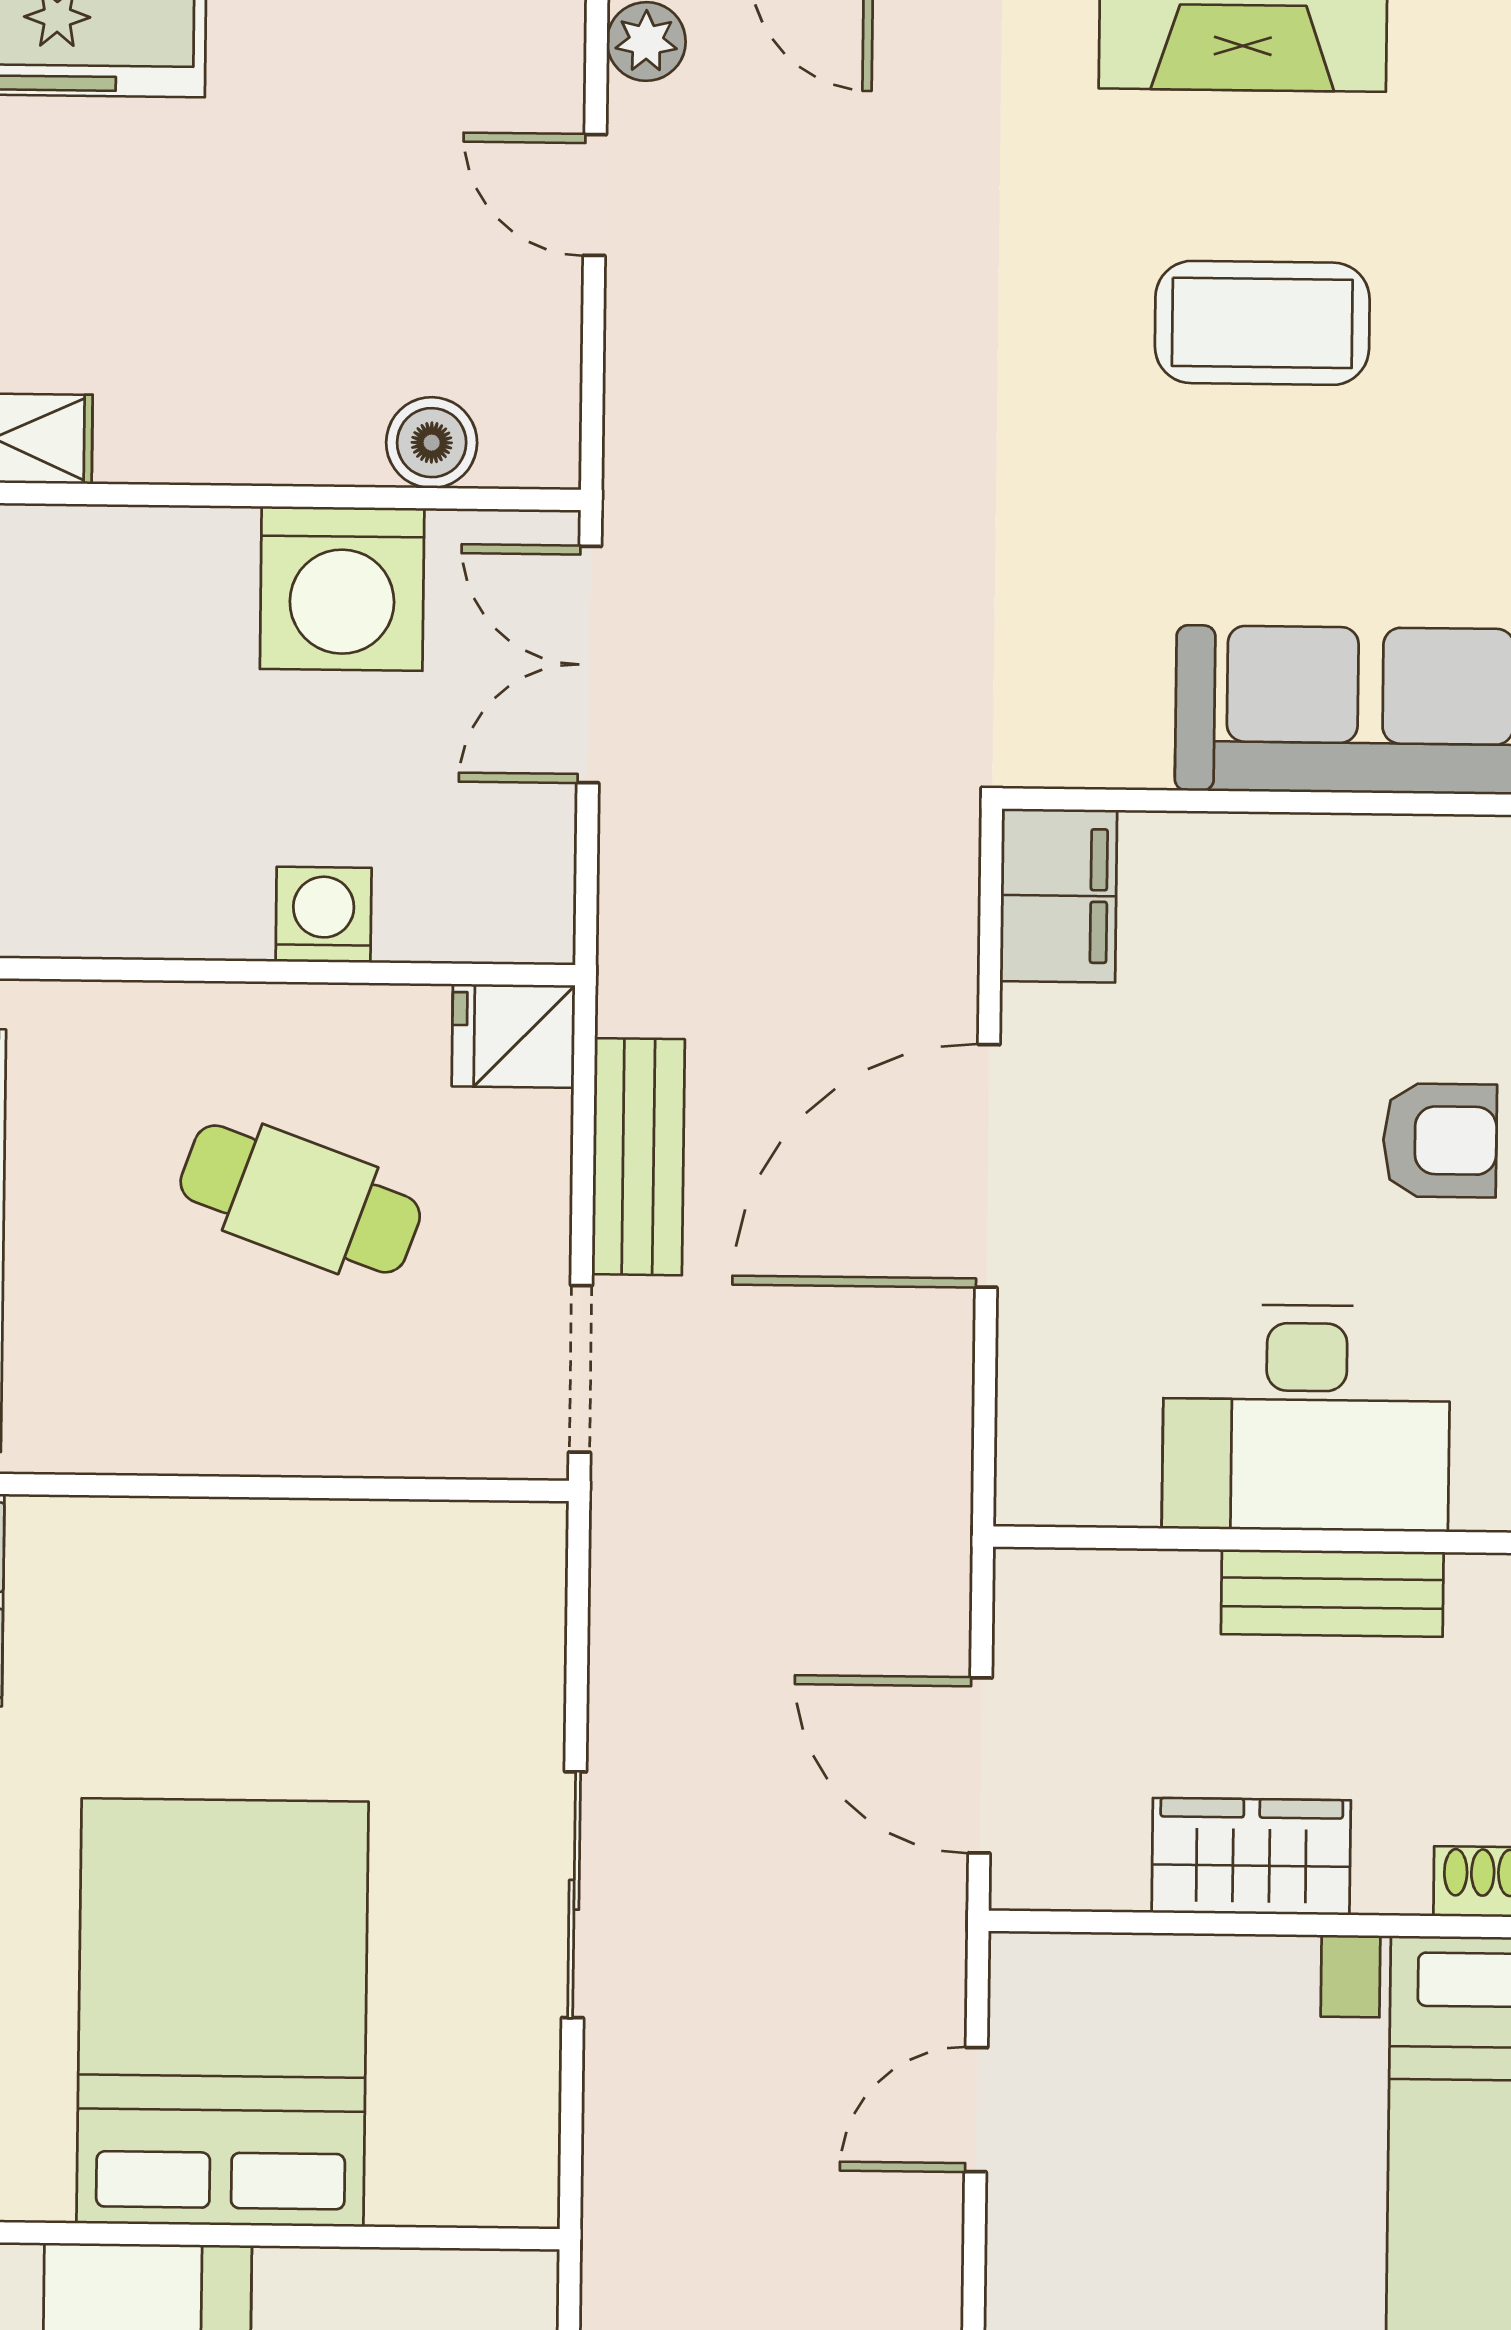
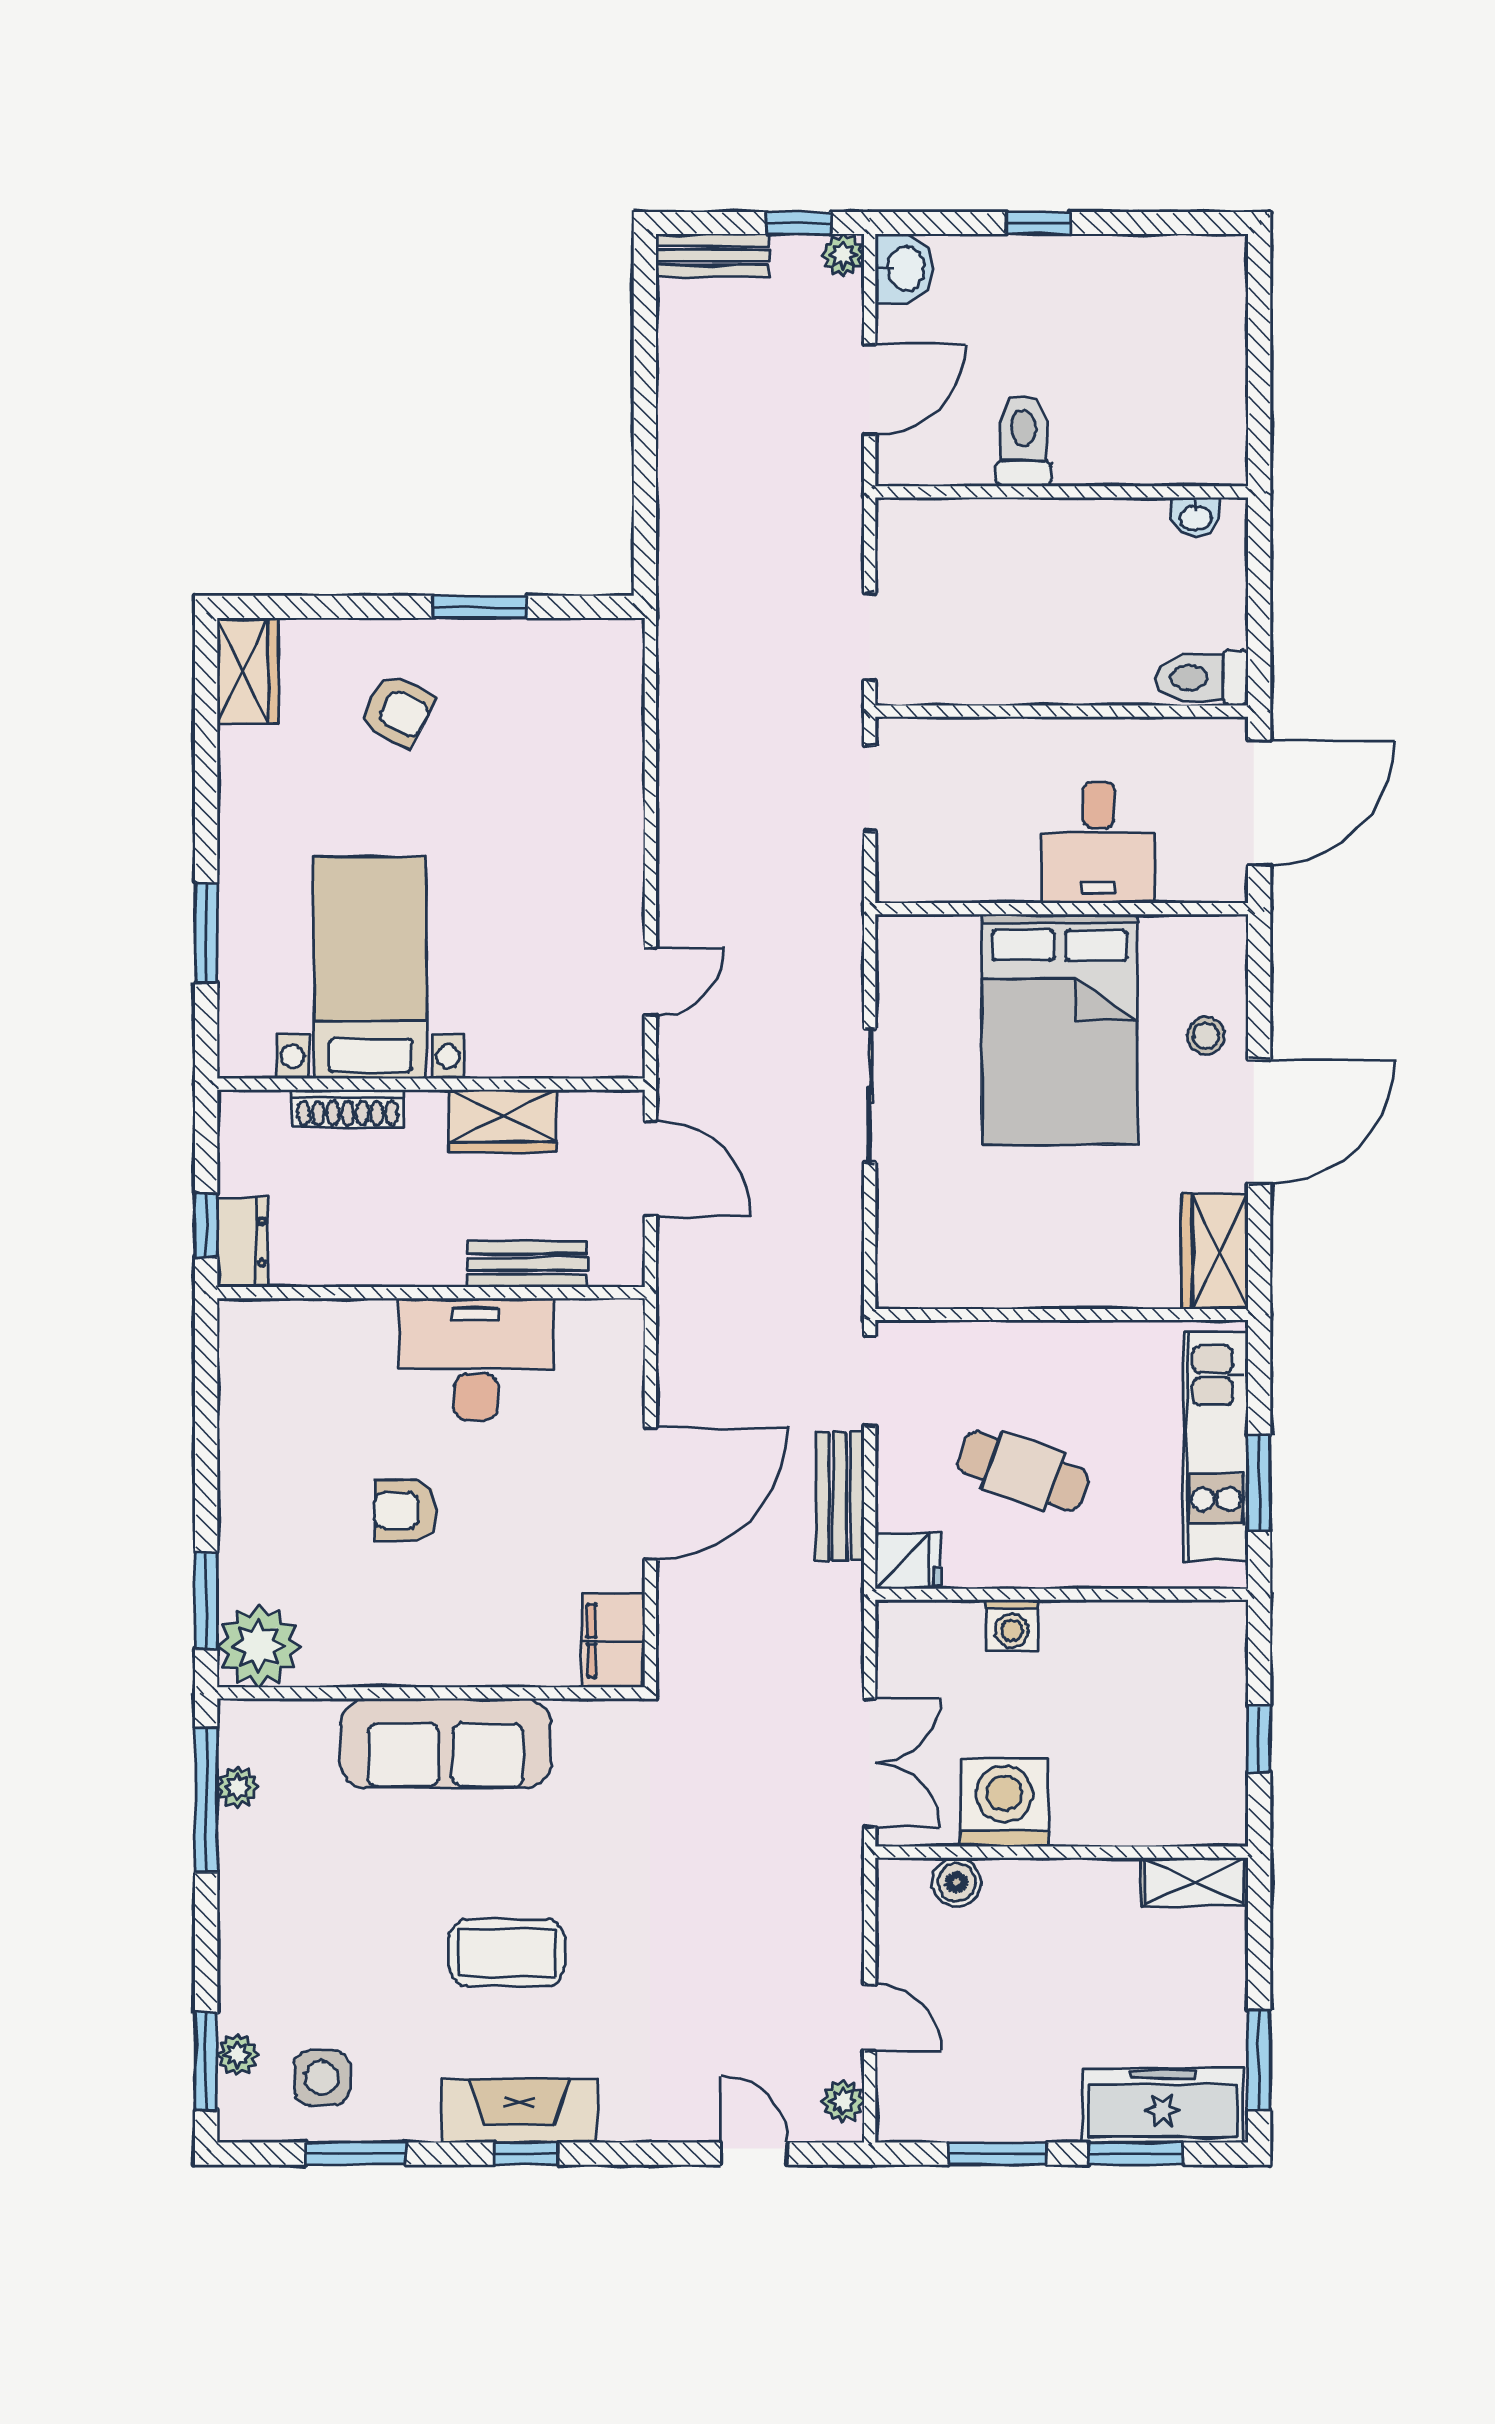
bench: (1332, 1593) -> (527, 1264), moved

